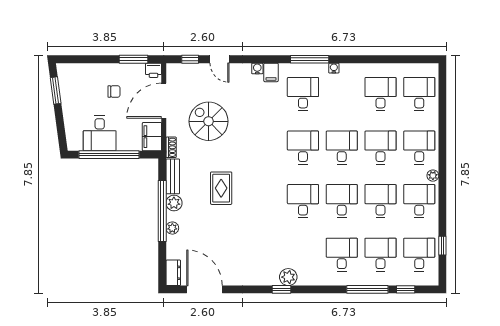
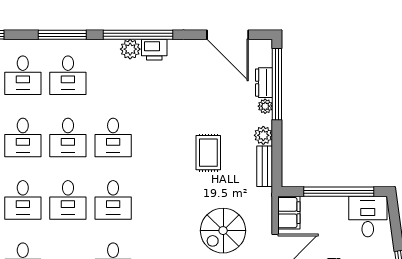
spiral stairs: (209, 121) -> (223, 231), turned 90
desk: (100, 133) -> (368, 216), moved
shoe rack: (171, 147) -> (267, 200), removed
window: (162, 211) -> (277, 84), moved
dresser: (173, 273) -> (264, 83), moved
printer: (268, 277) -> (154, 50), added
window: (282, 289) -> (138, 35), width x3.17
window: (367, 289) -> (62, 35), moved

